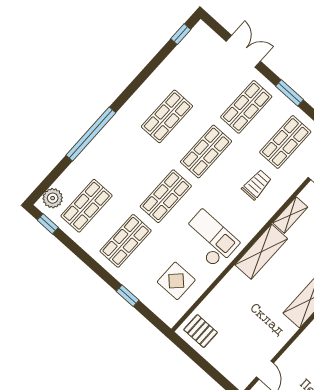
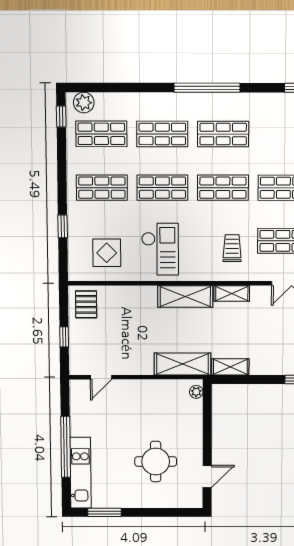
window: (91, 134) -> (207, 88), moved
shop shelf: (127, 161) -> (162, 134), added
trolley: (257, 185) -> (232, 248), turned -90
window: (210, 370) -> (64, 337), added

